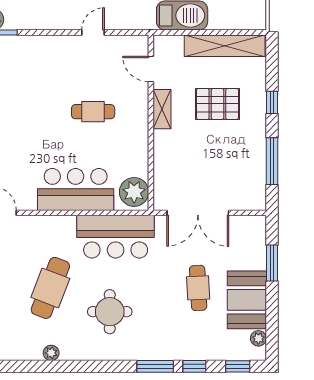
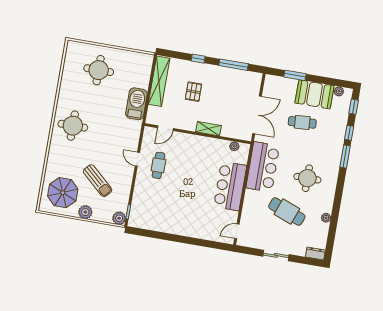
pallet: (217, 104) -> (193, 92), width x0.67, depth x0.71
shelving: (162, 109) -> (208, 129), moved
cafe table: (93, 112) -> (158, 165), moved
plant: (134, 192) -> (234, 146), width x0.53, depth x0.53

